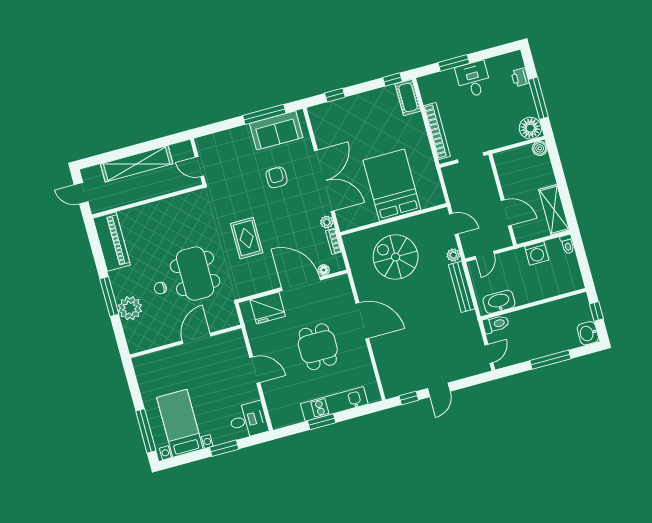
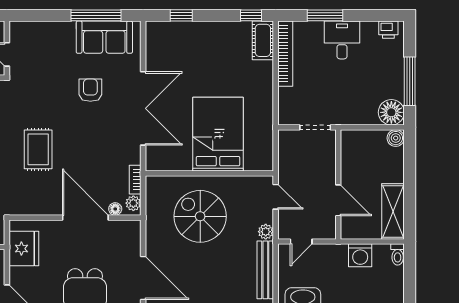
printer: (520, 77) -> (388, 30), moved, turned -90
bookcase: (437, 131) -> (285, 54), moved
plant: (327, 222) -> (133, 203), moved
fridge: (268, 308) -> (24, 249), moved, turned -90

